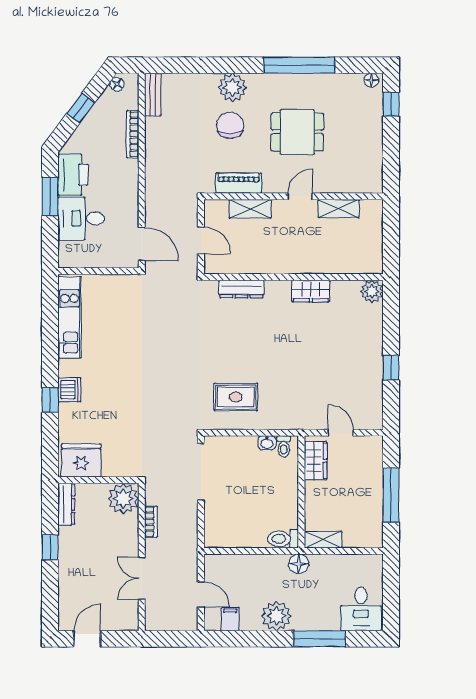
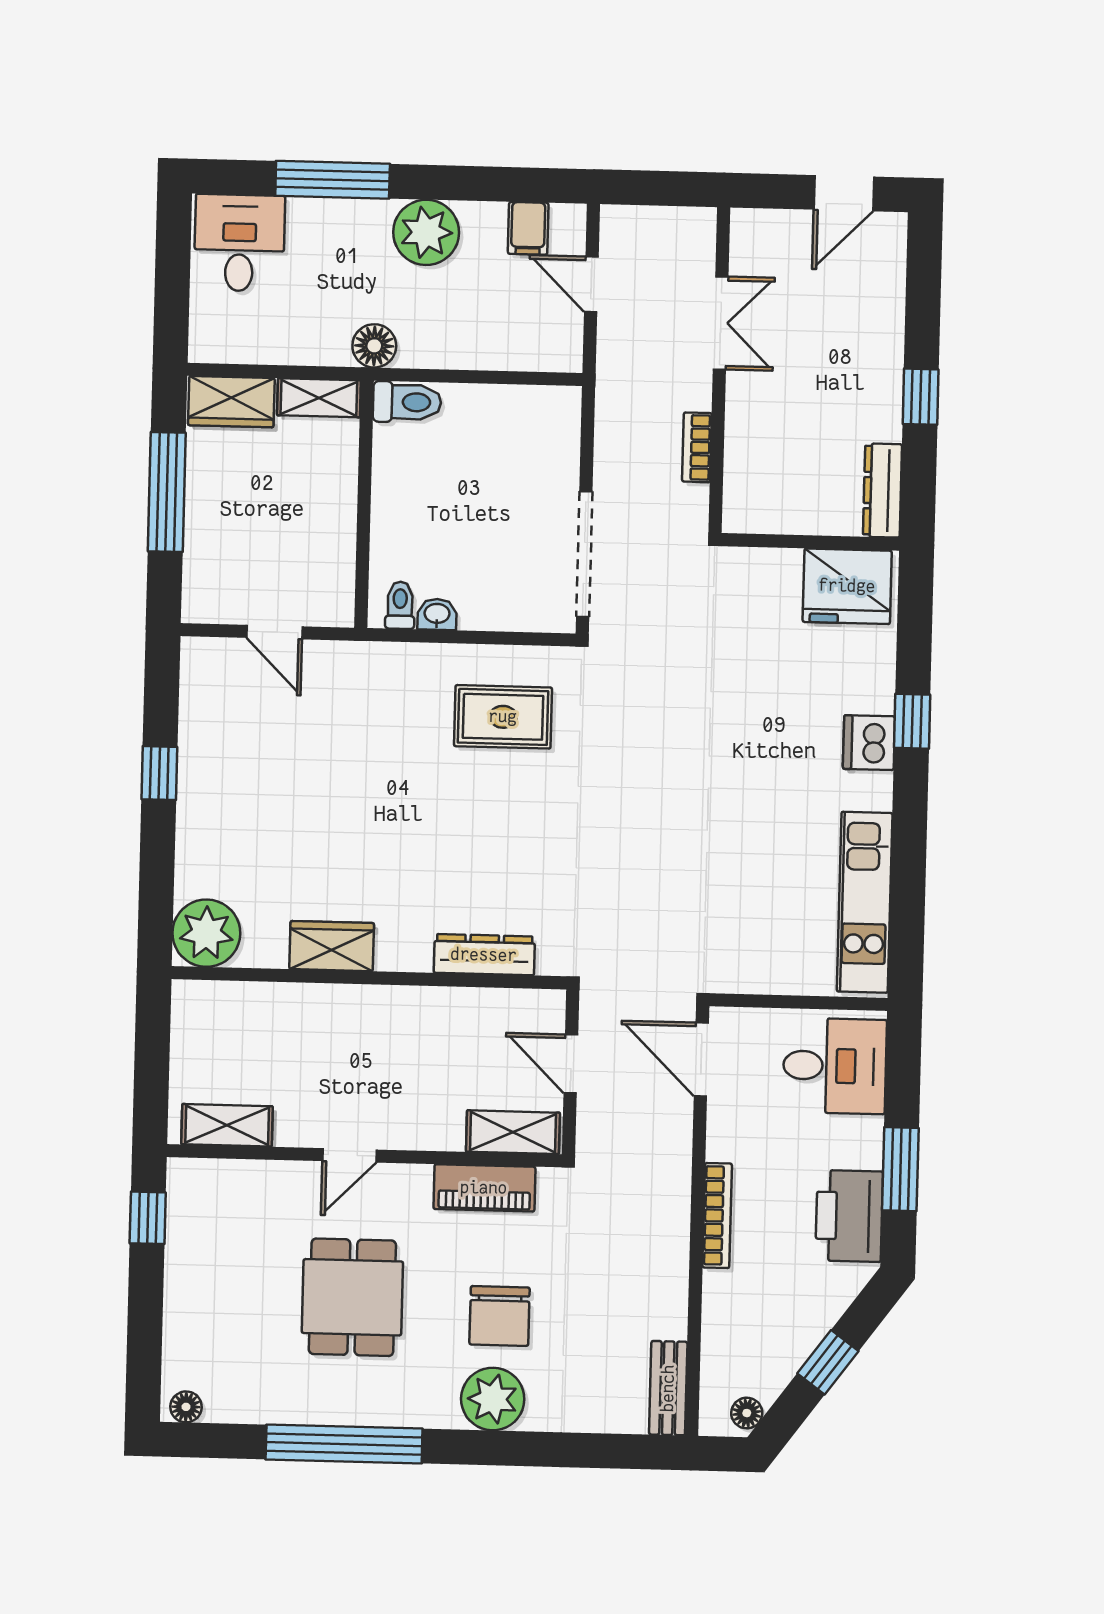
window: (391, 104) -> (148, 1218), moved
dining table: (297, 132) -> (352, 1297), turned 90
bookcase: (133, 134) -> (717, 1216), moved
shelving: (339, 208) -> (227, 1125), moved
shelving: (250, 209) -> (513, 1132), moved
desk: (81, 218) -> (835, 1066), moved
plant: (372, 291) -> (206, 933), width x1.36, depth x1.36
wardrobe: (316, 461) -> (231, 402), moved, turned -90
plant: (123, 499) -> (757, 500), removed

